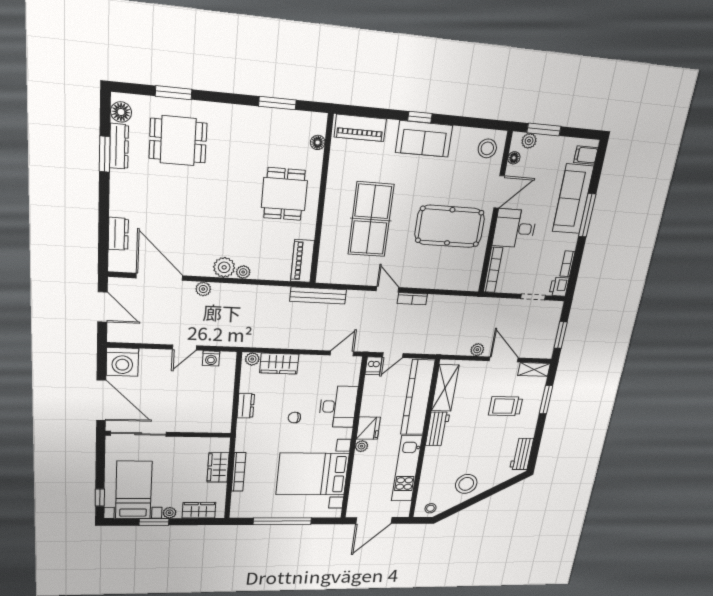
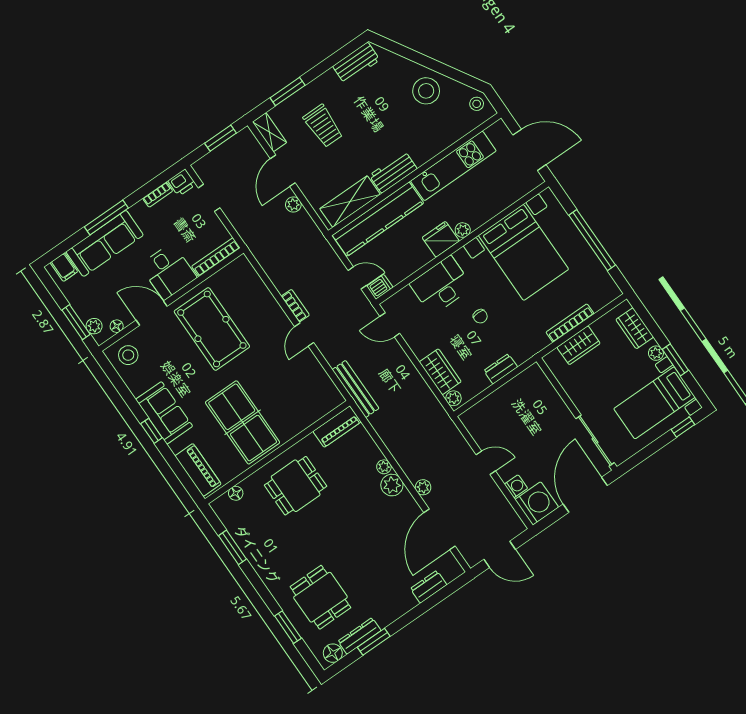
table tennis table: (371, 220) -> (243, 422), moved, turned 90
door: (103, 307) -> (500, 554), swing flipped
washing machine: (211, 358) -> (516, 486), moved

